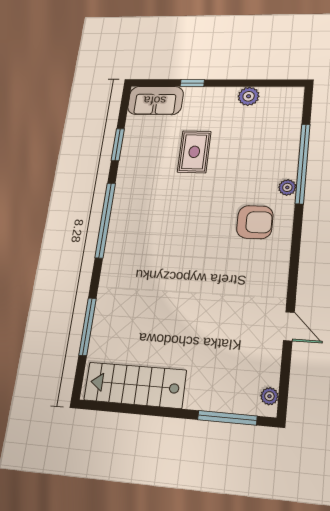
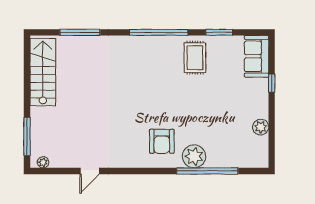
rug: (194, 152) -> (195, 58), moved, turned 90
plant: (287, 187) -> (194, 156), width x1.87, depth x1.87

